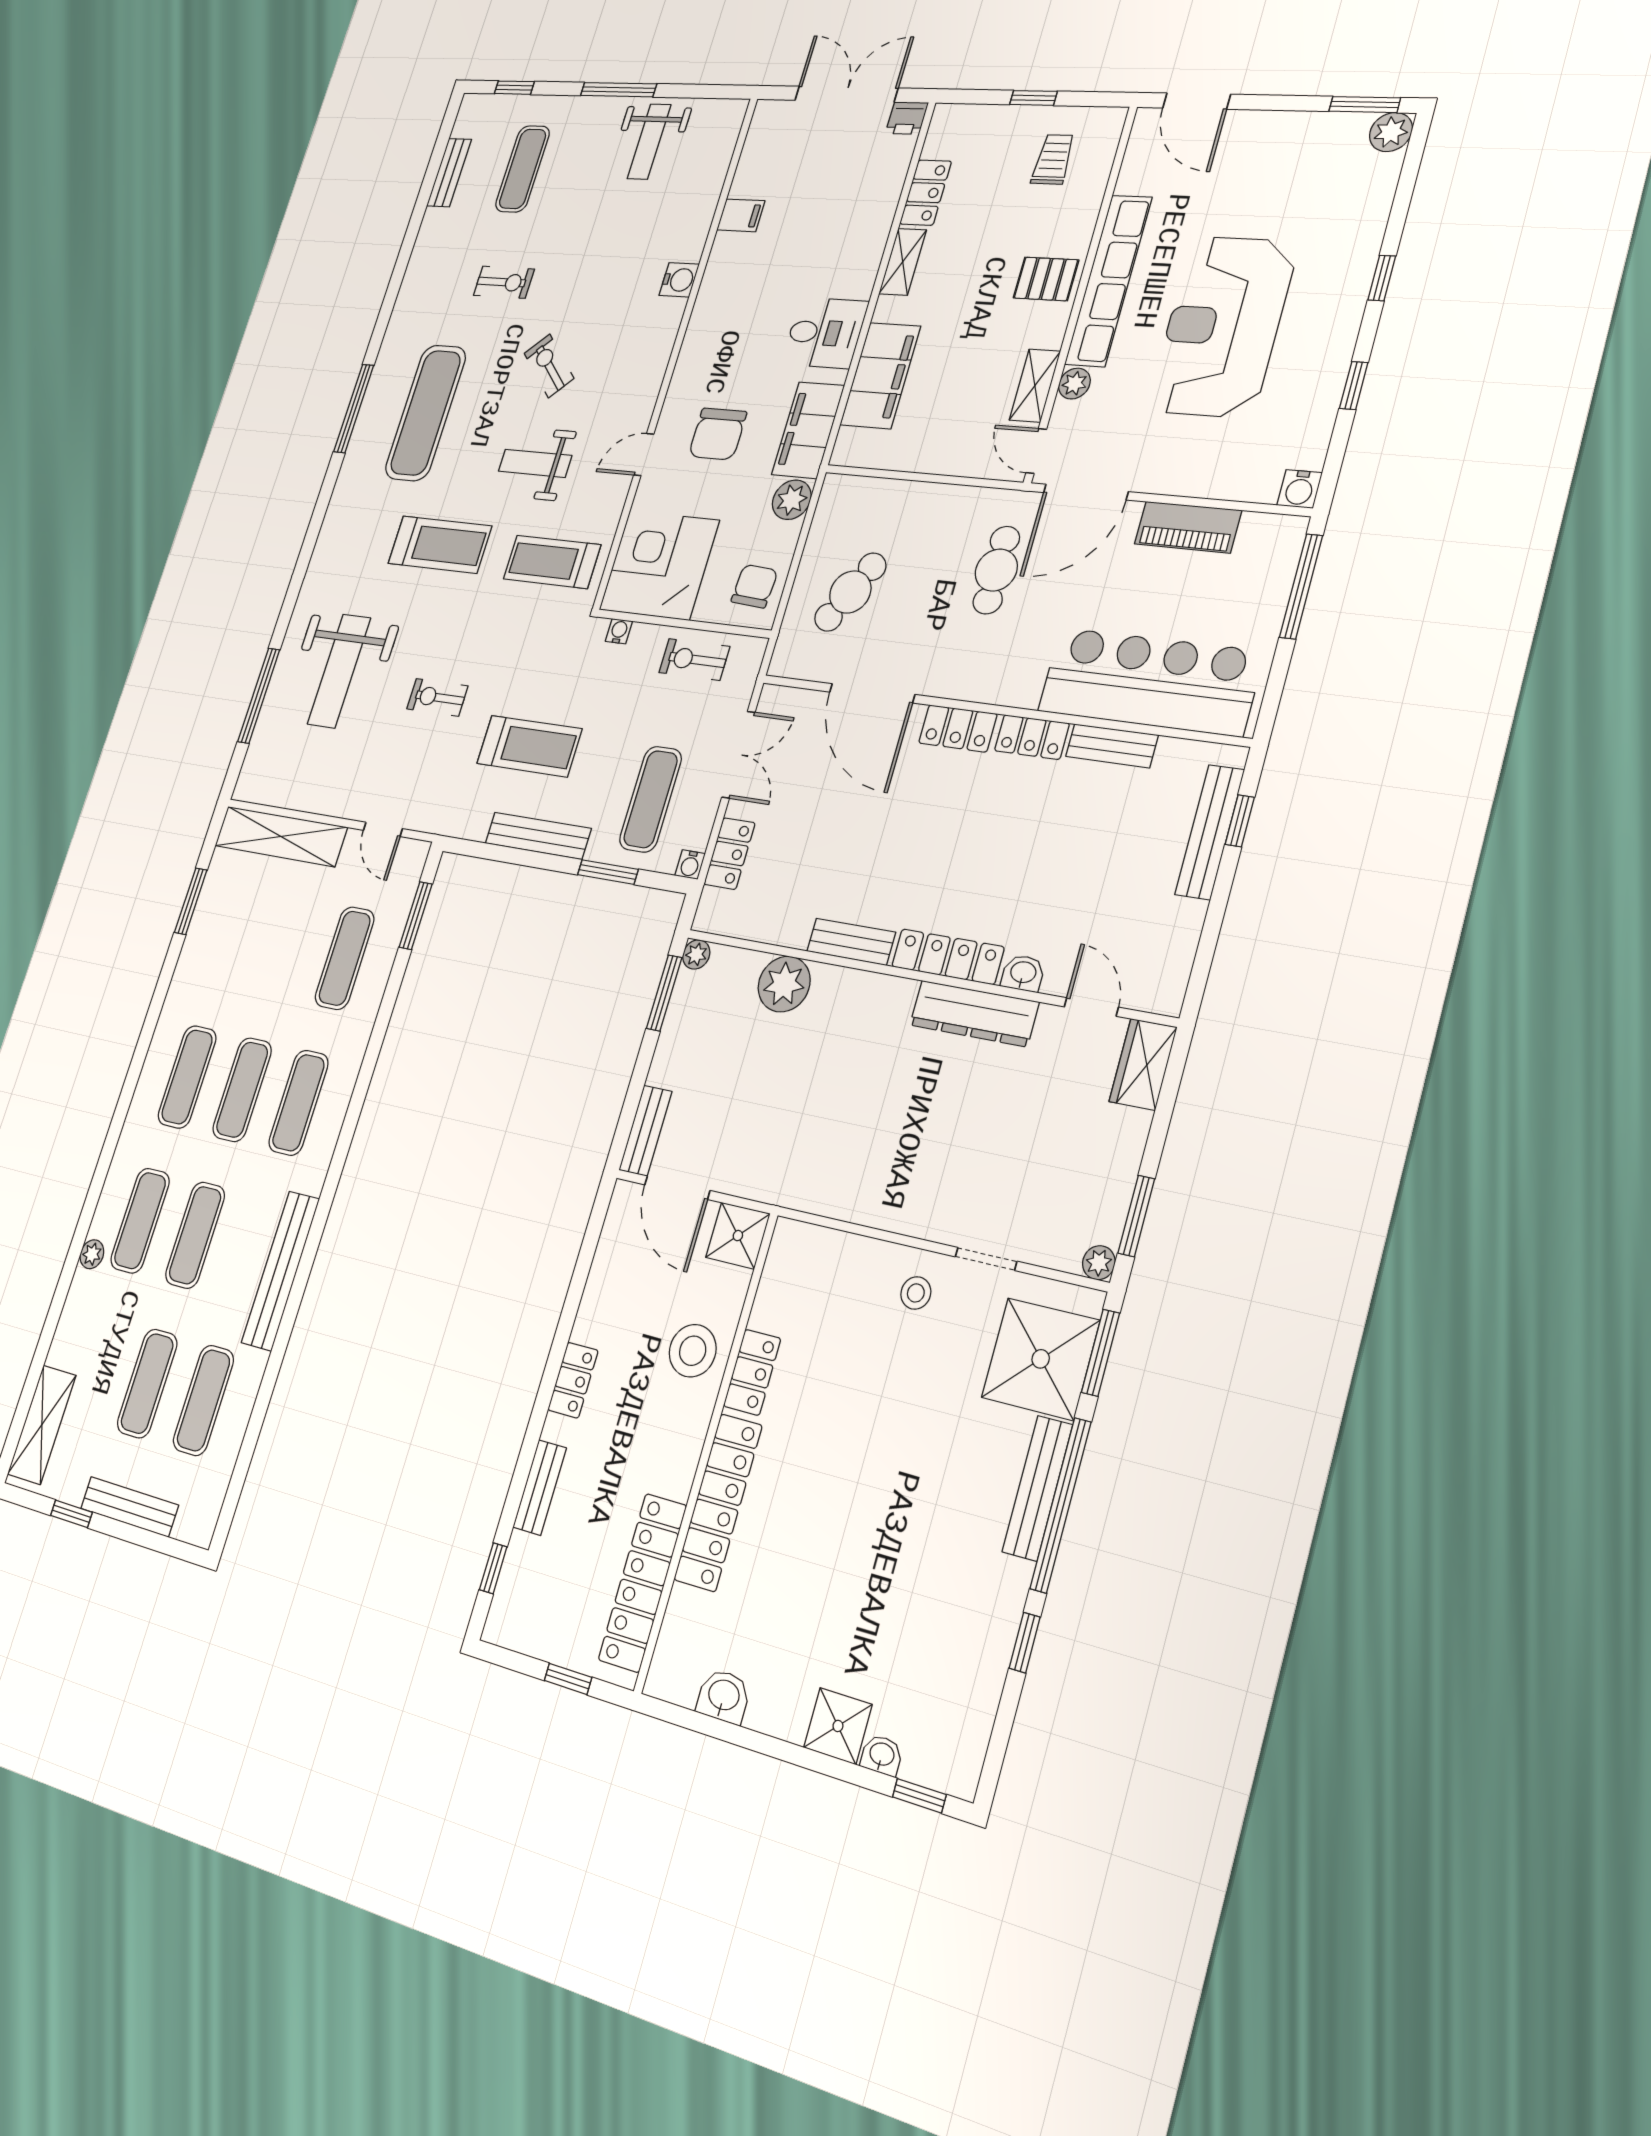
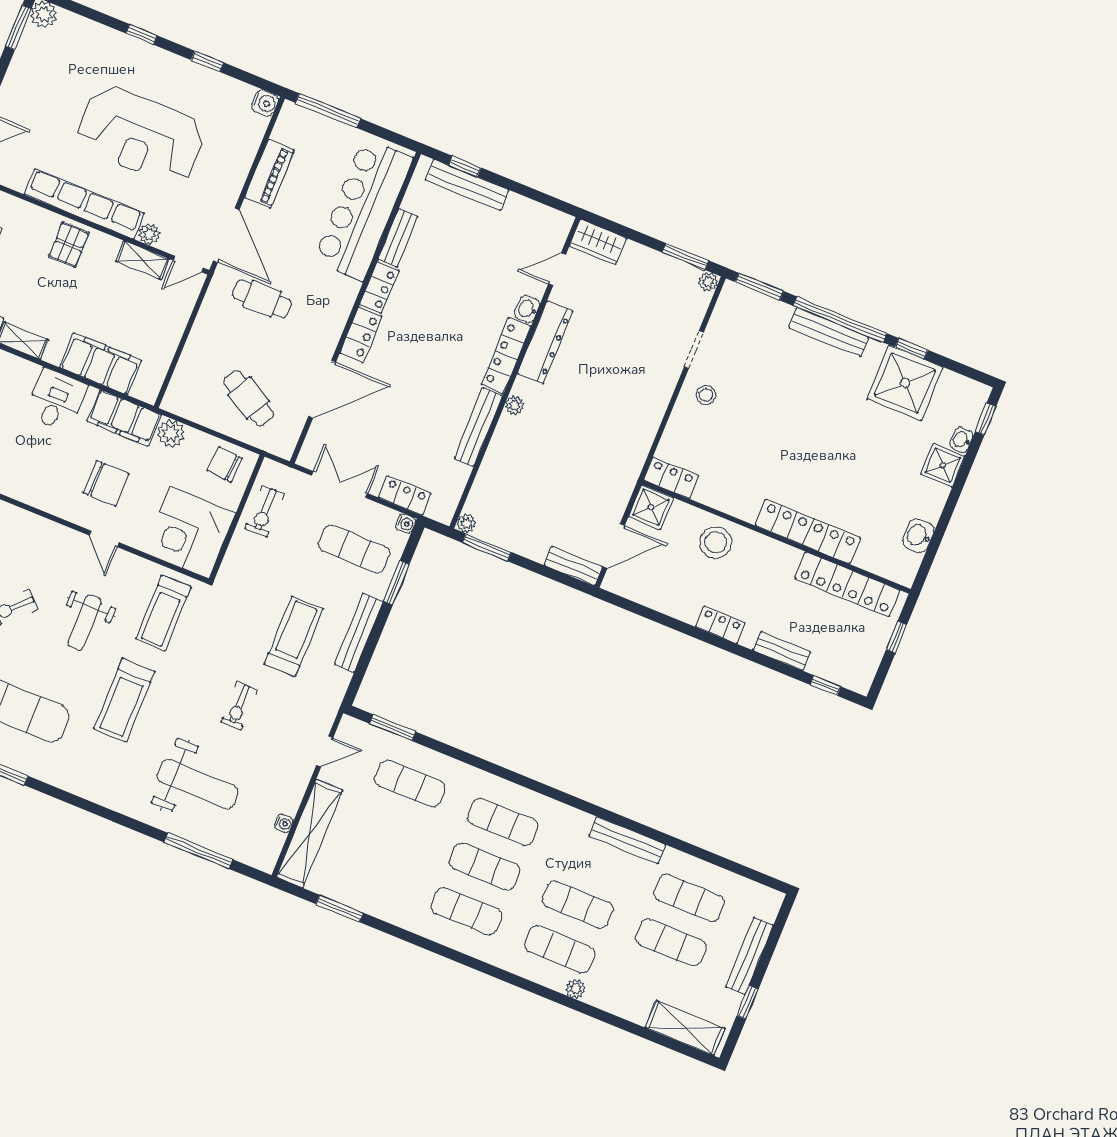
treadmill: (440, 545) -> (124, 700), turned 180
water cooler: (619, 631) -> (284, 823), moved, turned 180
bench: (851, 942) -> (478, 427), width x1.36
plant: (784, 984) -> (514, 405), moved, width x0.53, depth x0.53
bench: (281, 1271) -> (627, 840), width x0.73, depth x0.82
shower: (1041, 1359) -> (905, 383), moved
locker: (752, 1372) -> (671, 478), moved

